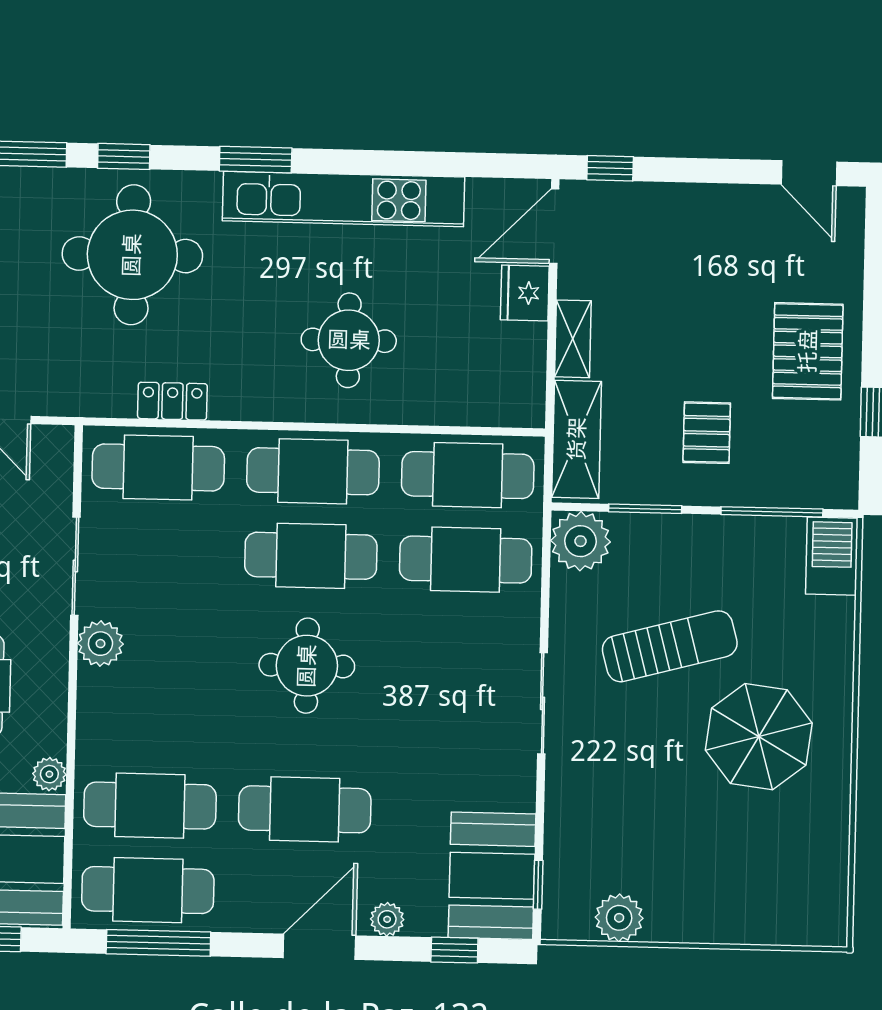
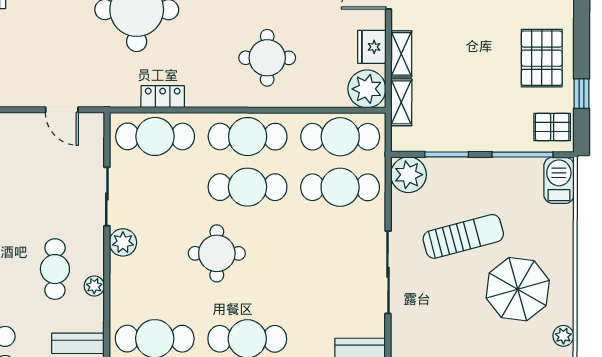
fridge: (525, 293) -> (372, 47), moved
plant: (514, 396) -> (367, 89), added
pallet: (707, 433) -> (552, 127), moved, turned 90
shelving: (577, 439) -> (401, 102), width x0.67, depth x0.75
round table: (307, 666) -> (217, 253), moved
sliding door: (543, 703) -> (388, 272), width x1.37
plant: (49, 774) -> (94, 286), moved
plant: (833, 816) -> (563, 336), added

